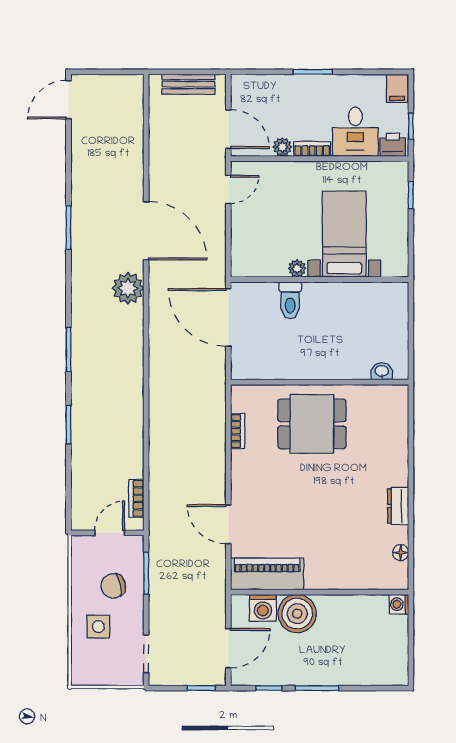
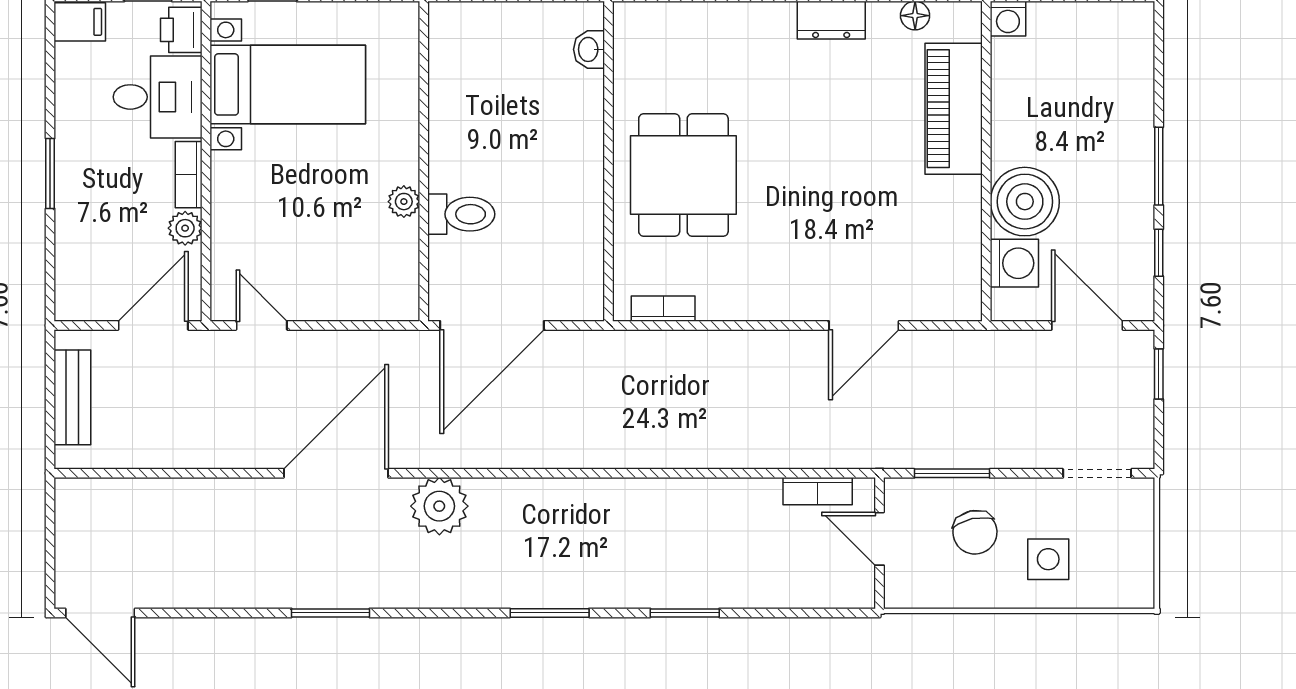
bed with nightstands: (344, 234) -> (288, 84), moved, turned 180
bookcase: (238, 431) -> (663, 309), moved
piano: (267, 574) -> (954, 109), moved

